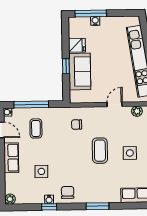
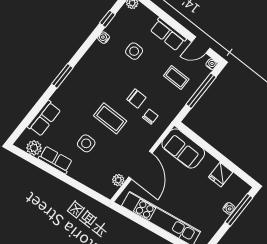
window: (66, 66) -> (210, 149), removed
sofa: (80, 72) -> (183, 148), moved
door: (115, 104) -> (140, 165), width x1.88
chair: (68, 192) -> (136, 98), moved
window: (49, 207) -> (107, 19), moved

